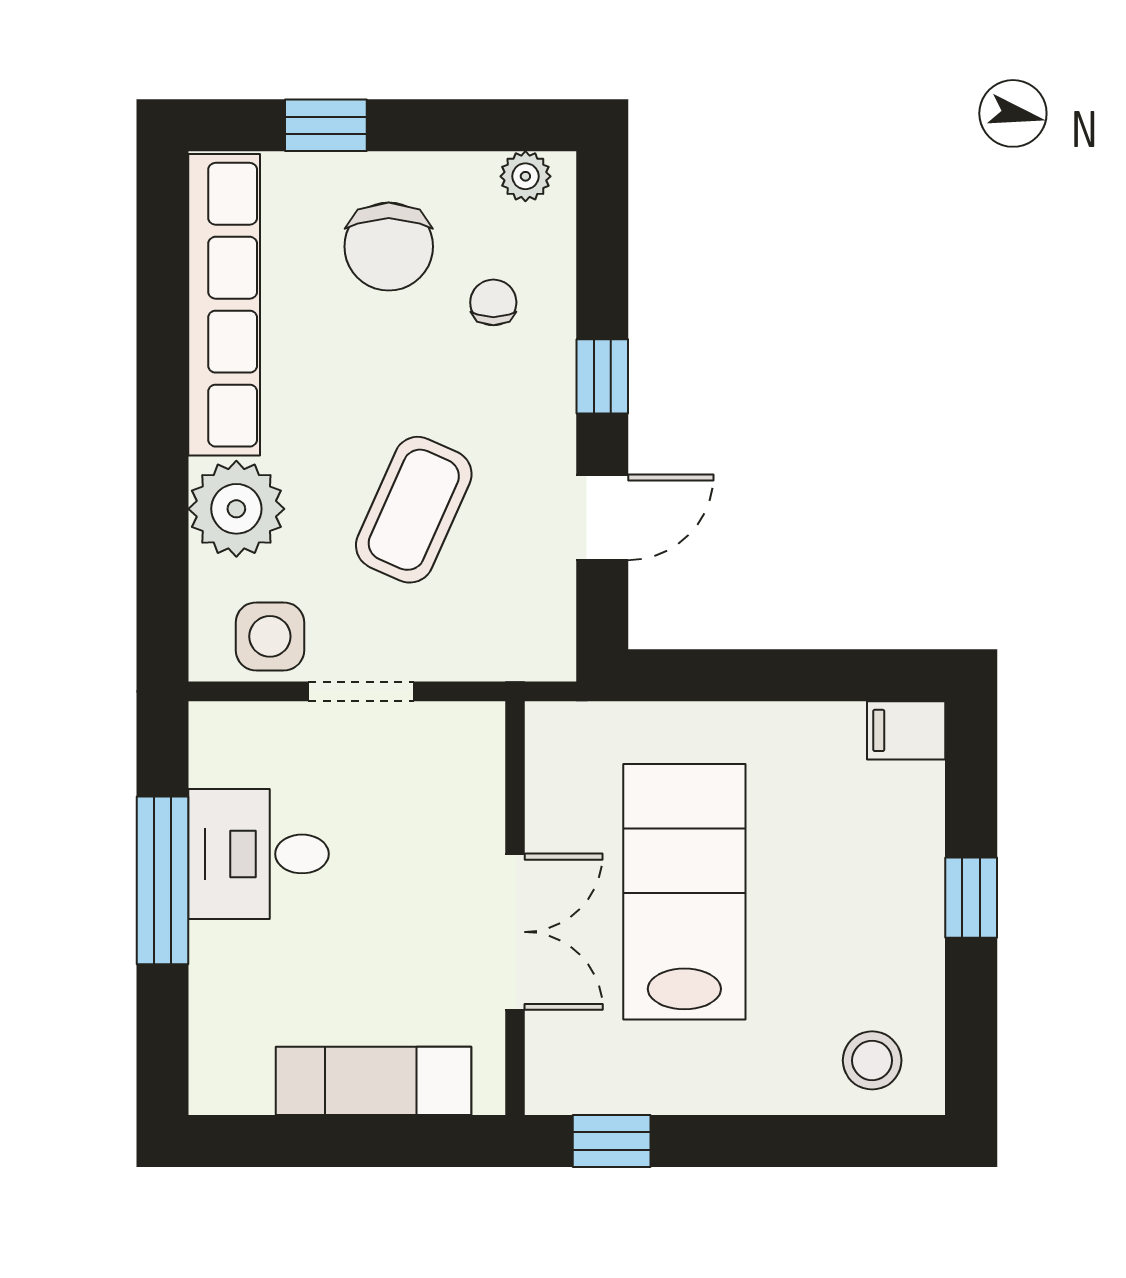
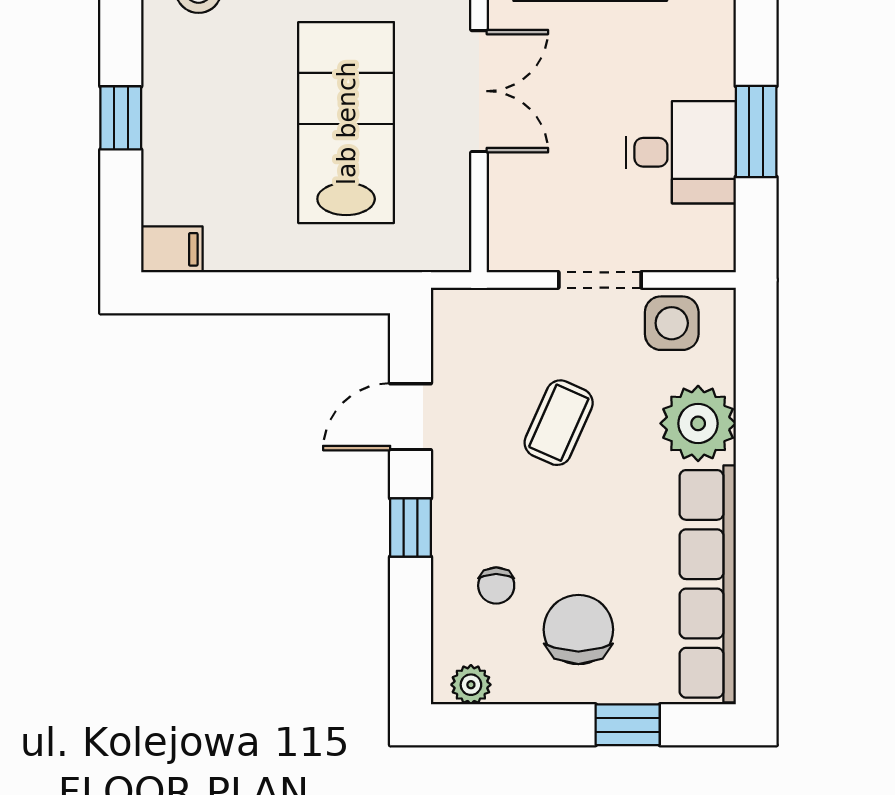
coffee table: (414, 510) -> (559, 423), width x0.73, depth x0.77
window: (162, 880) -> (756, 131), width x0.69
lab bench: (684, 892) -> (346, 123), turned 180
double door: (515, 932) -> (479, 91), swing flipped

